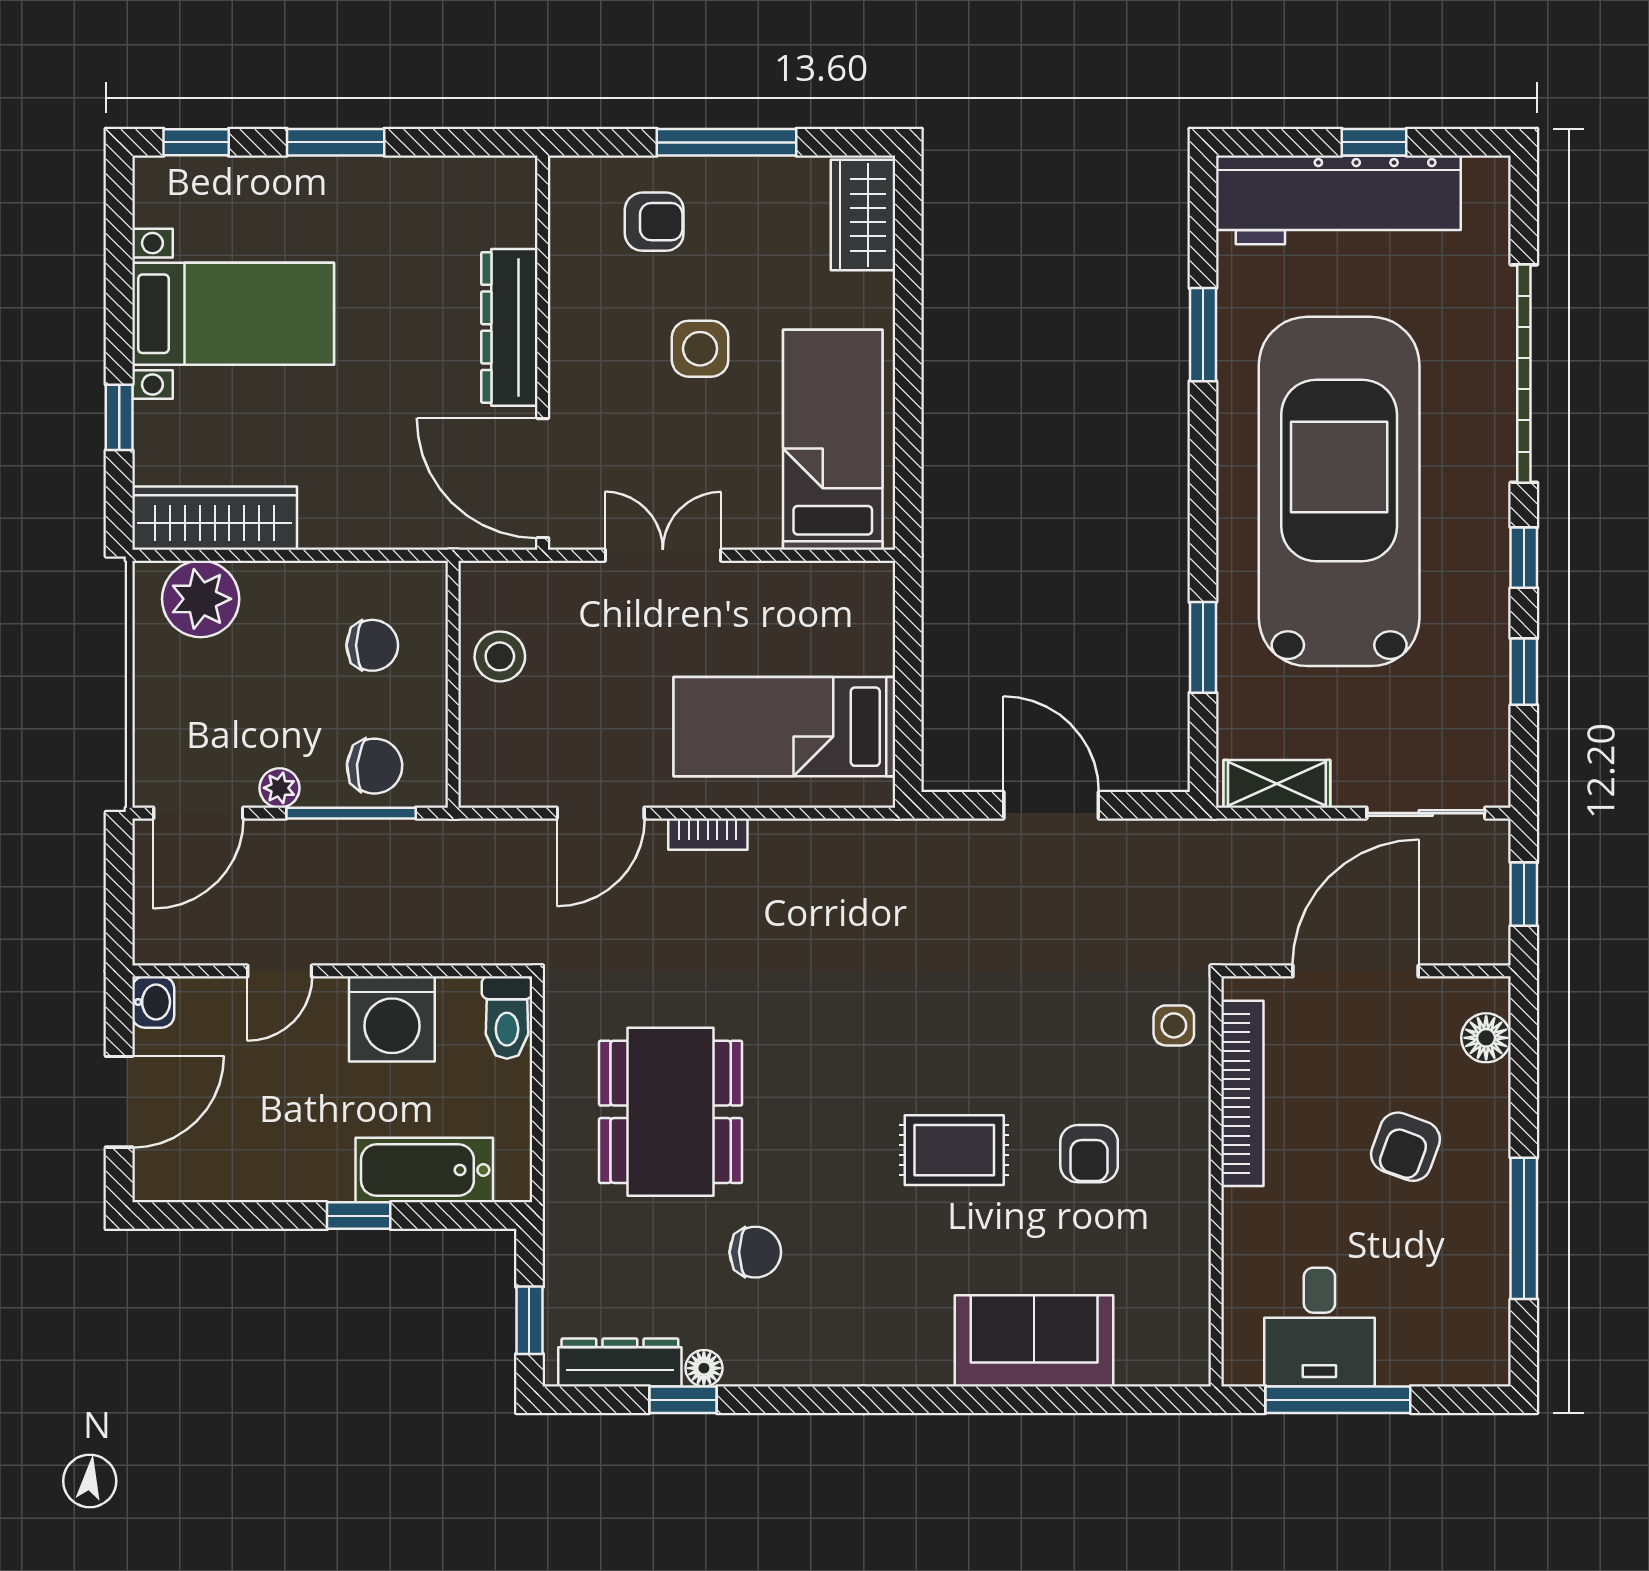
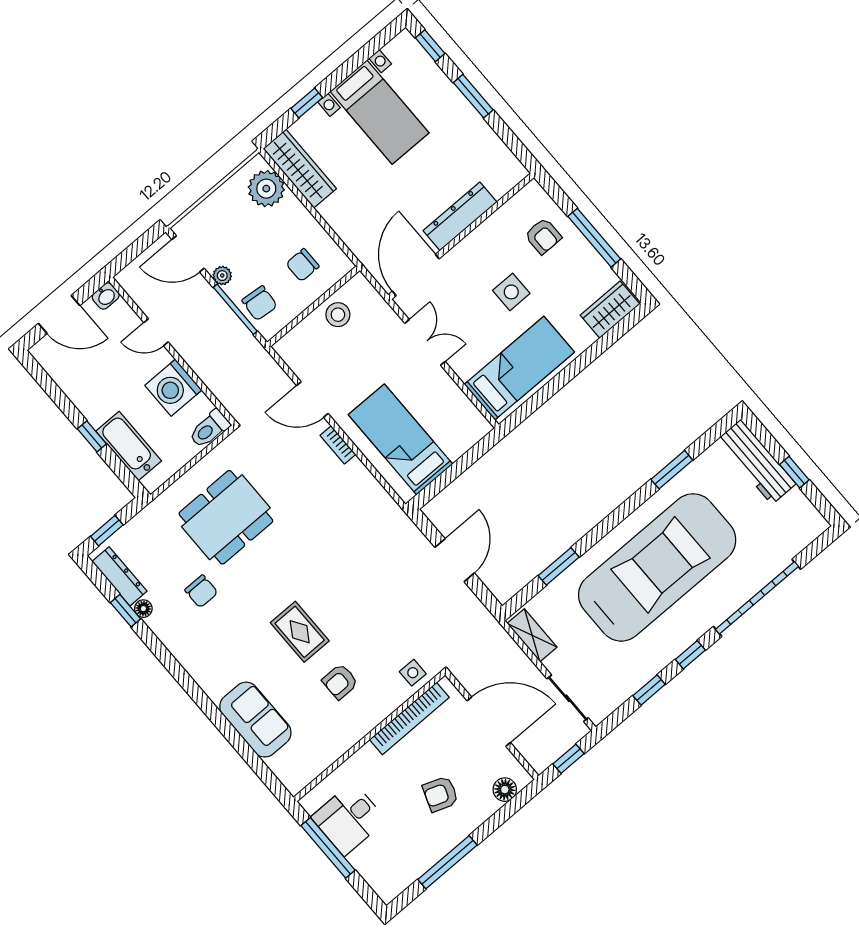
workbench: (1338, 200) -> (756, 462), width x0.73, depth x0.76
chair: (372, 645) -> (303, 265), turned 90

